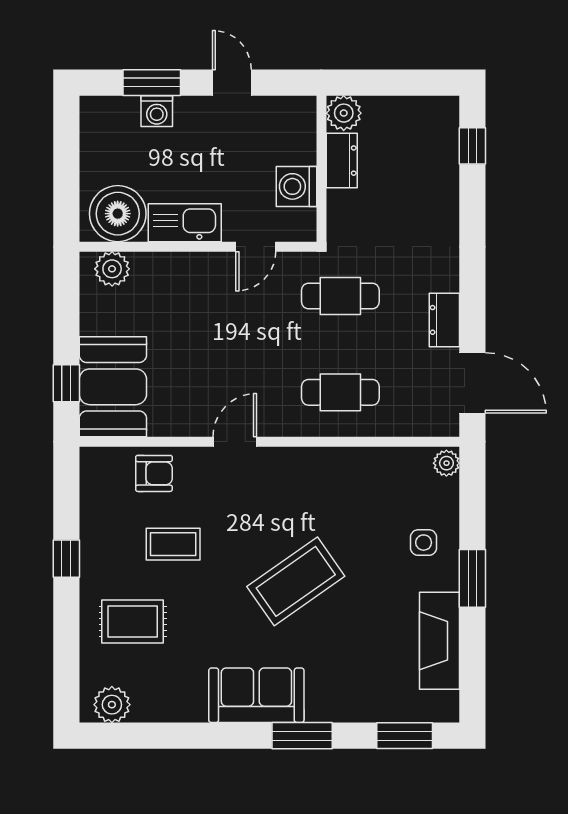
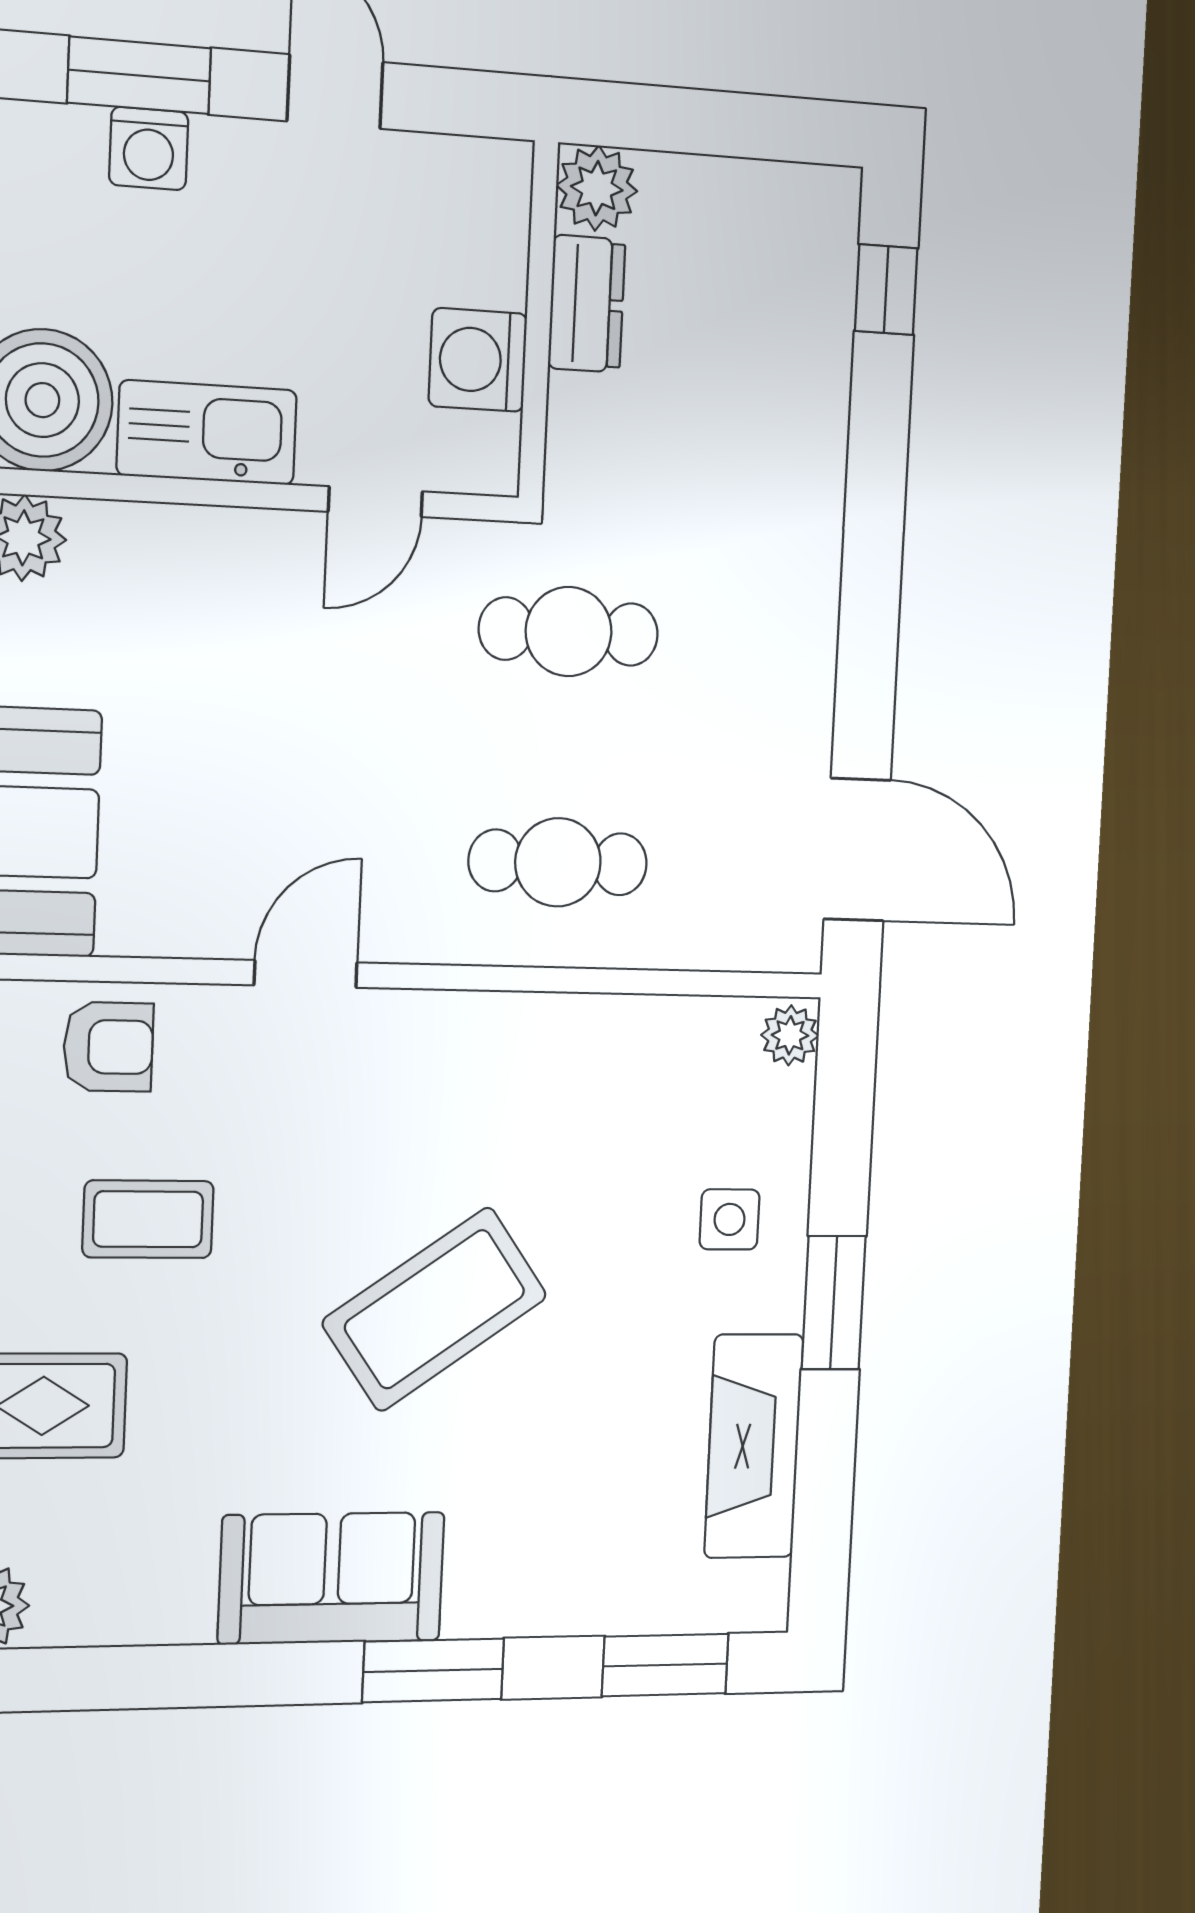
dresser: (444, 320) -> (802, 699), removed

